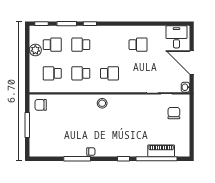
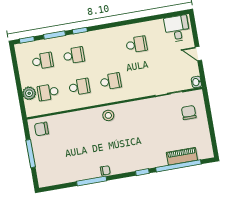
school desk: (81, 45) -> (74, 55), turned 180
plant: (35, 50) -> (29, 93), moved
door: (192, 62) -> (198, 54), width x0.53
school desk: (81, 73) -> (79, 87), turned 180

